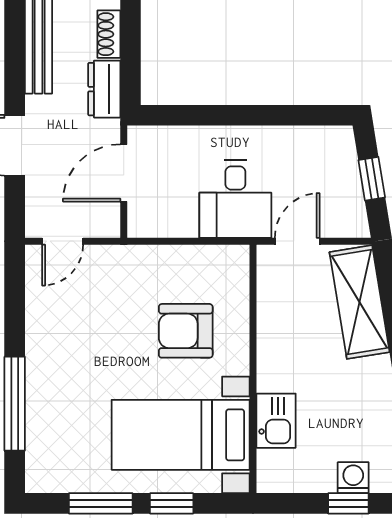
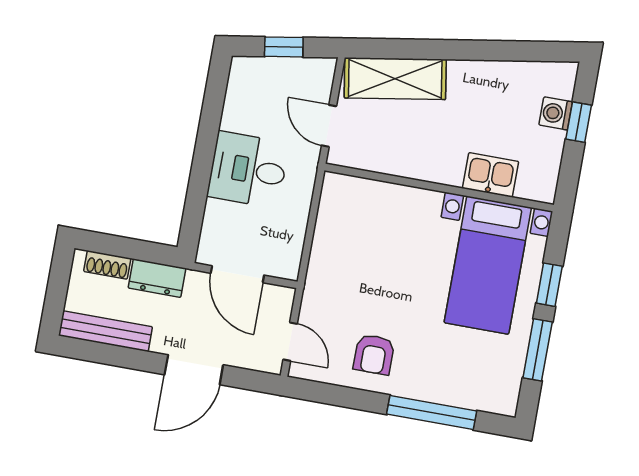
desk: (235, 199) -> (248, 170), moved, turned 180
armchair: (186, 331) -> (374, 354), moved, width x0.72, depth x0.72

